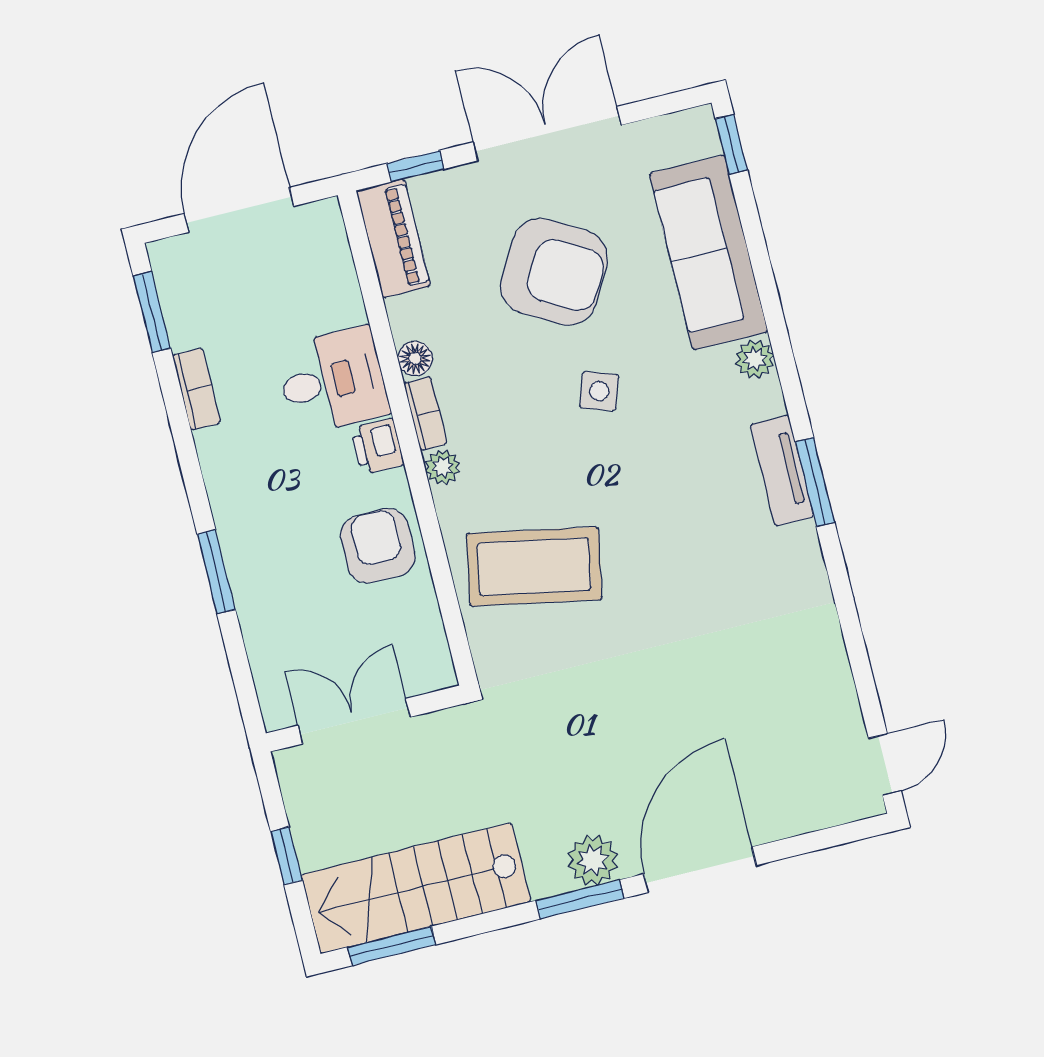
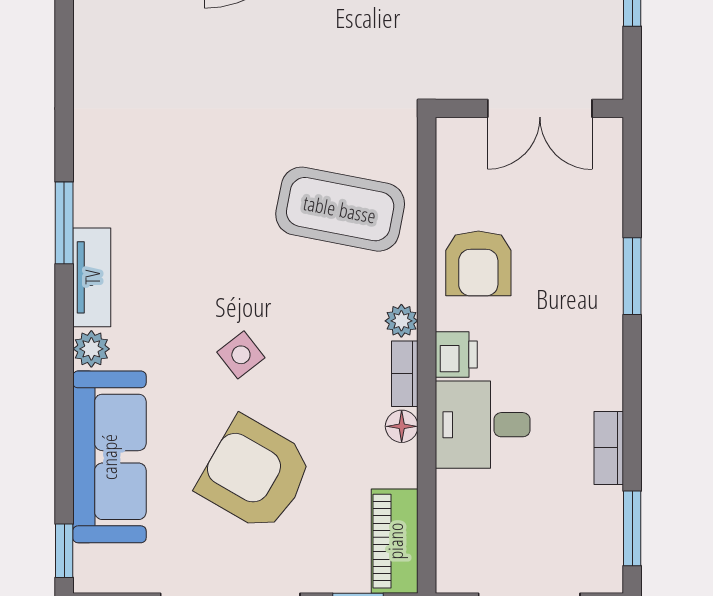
side table: (599, 391) -> (241, 355), turned 33
tv unit: (782, 471) -> (92, 277), moved

